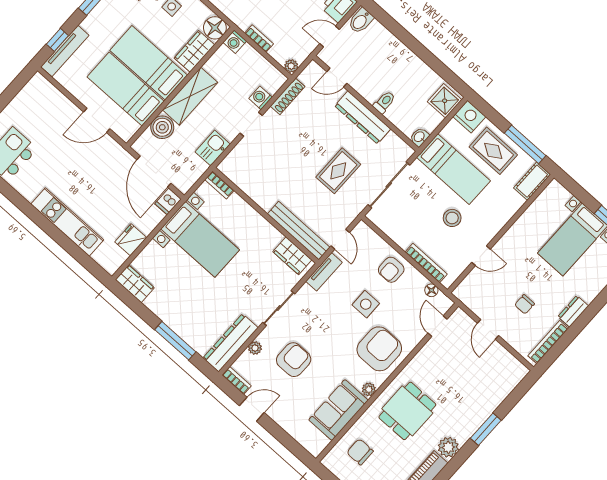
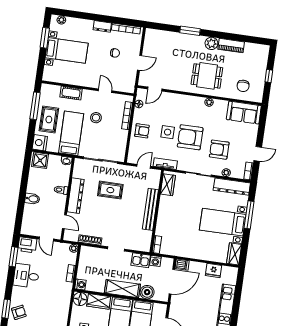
bidet: (361, 21) -> (32, 199), moved
washing machine: (260, 98) -> (155, 261), moved
cot: (532, 181) -> (71, 93), moved
bench: (299, 231) -> (150, 209), moved
bed with nightstands: (200, 239) -> (223, 222), moved, turned -90
armchair: (379, 349) -> (190, 137), moved
door: (252, 409) -> (258, 154), swing flipped
sofa: (338, 410) -> (244, 113), moved

